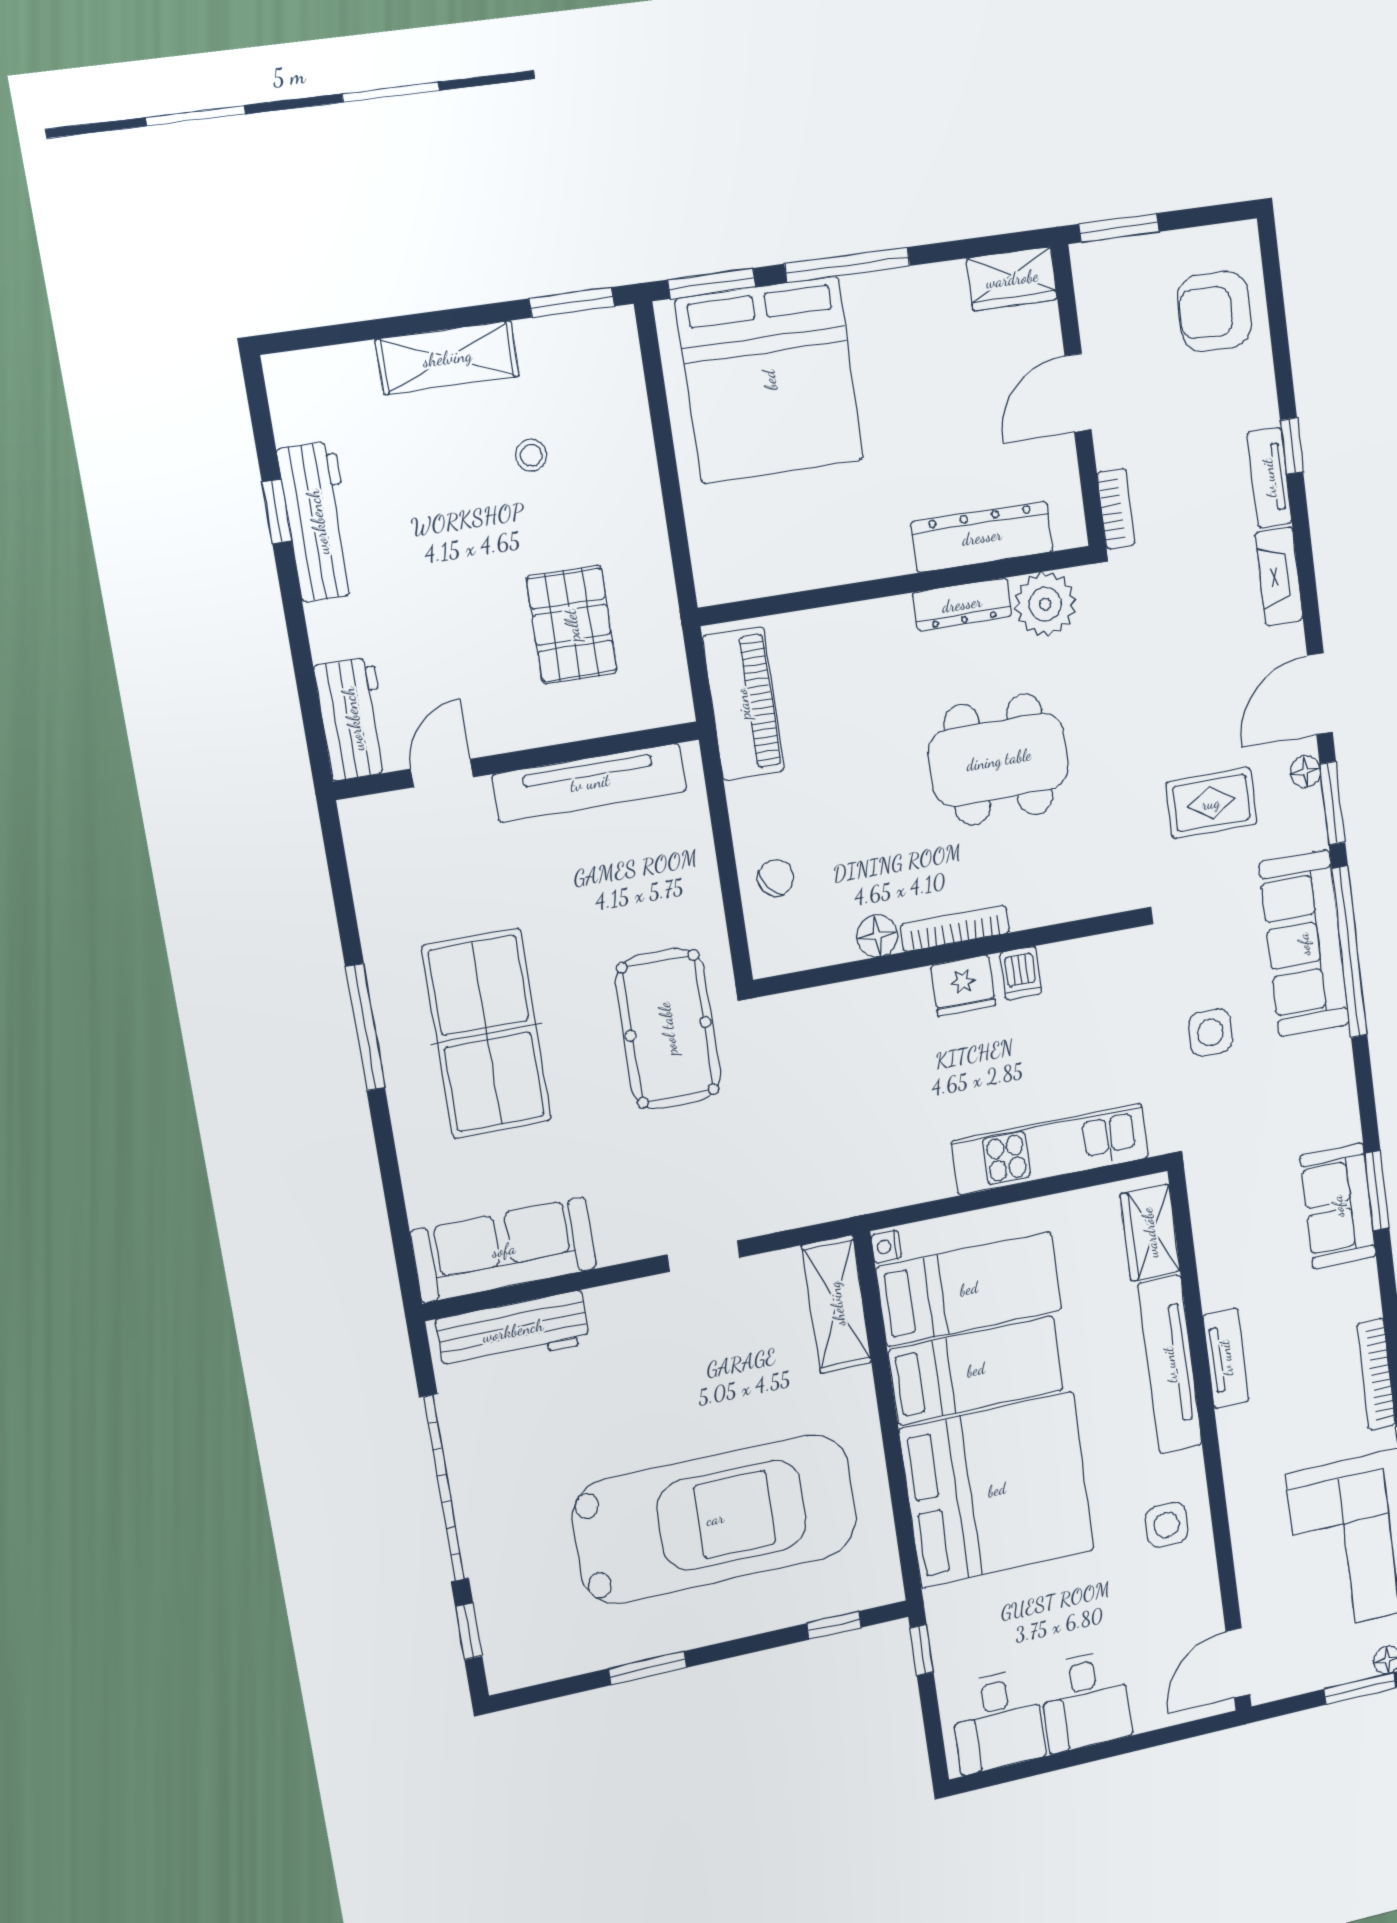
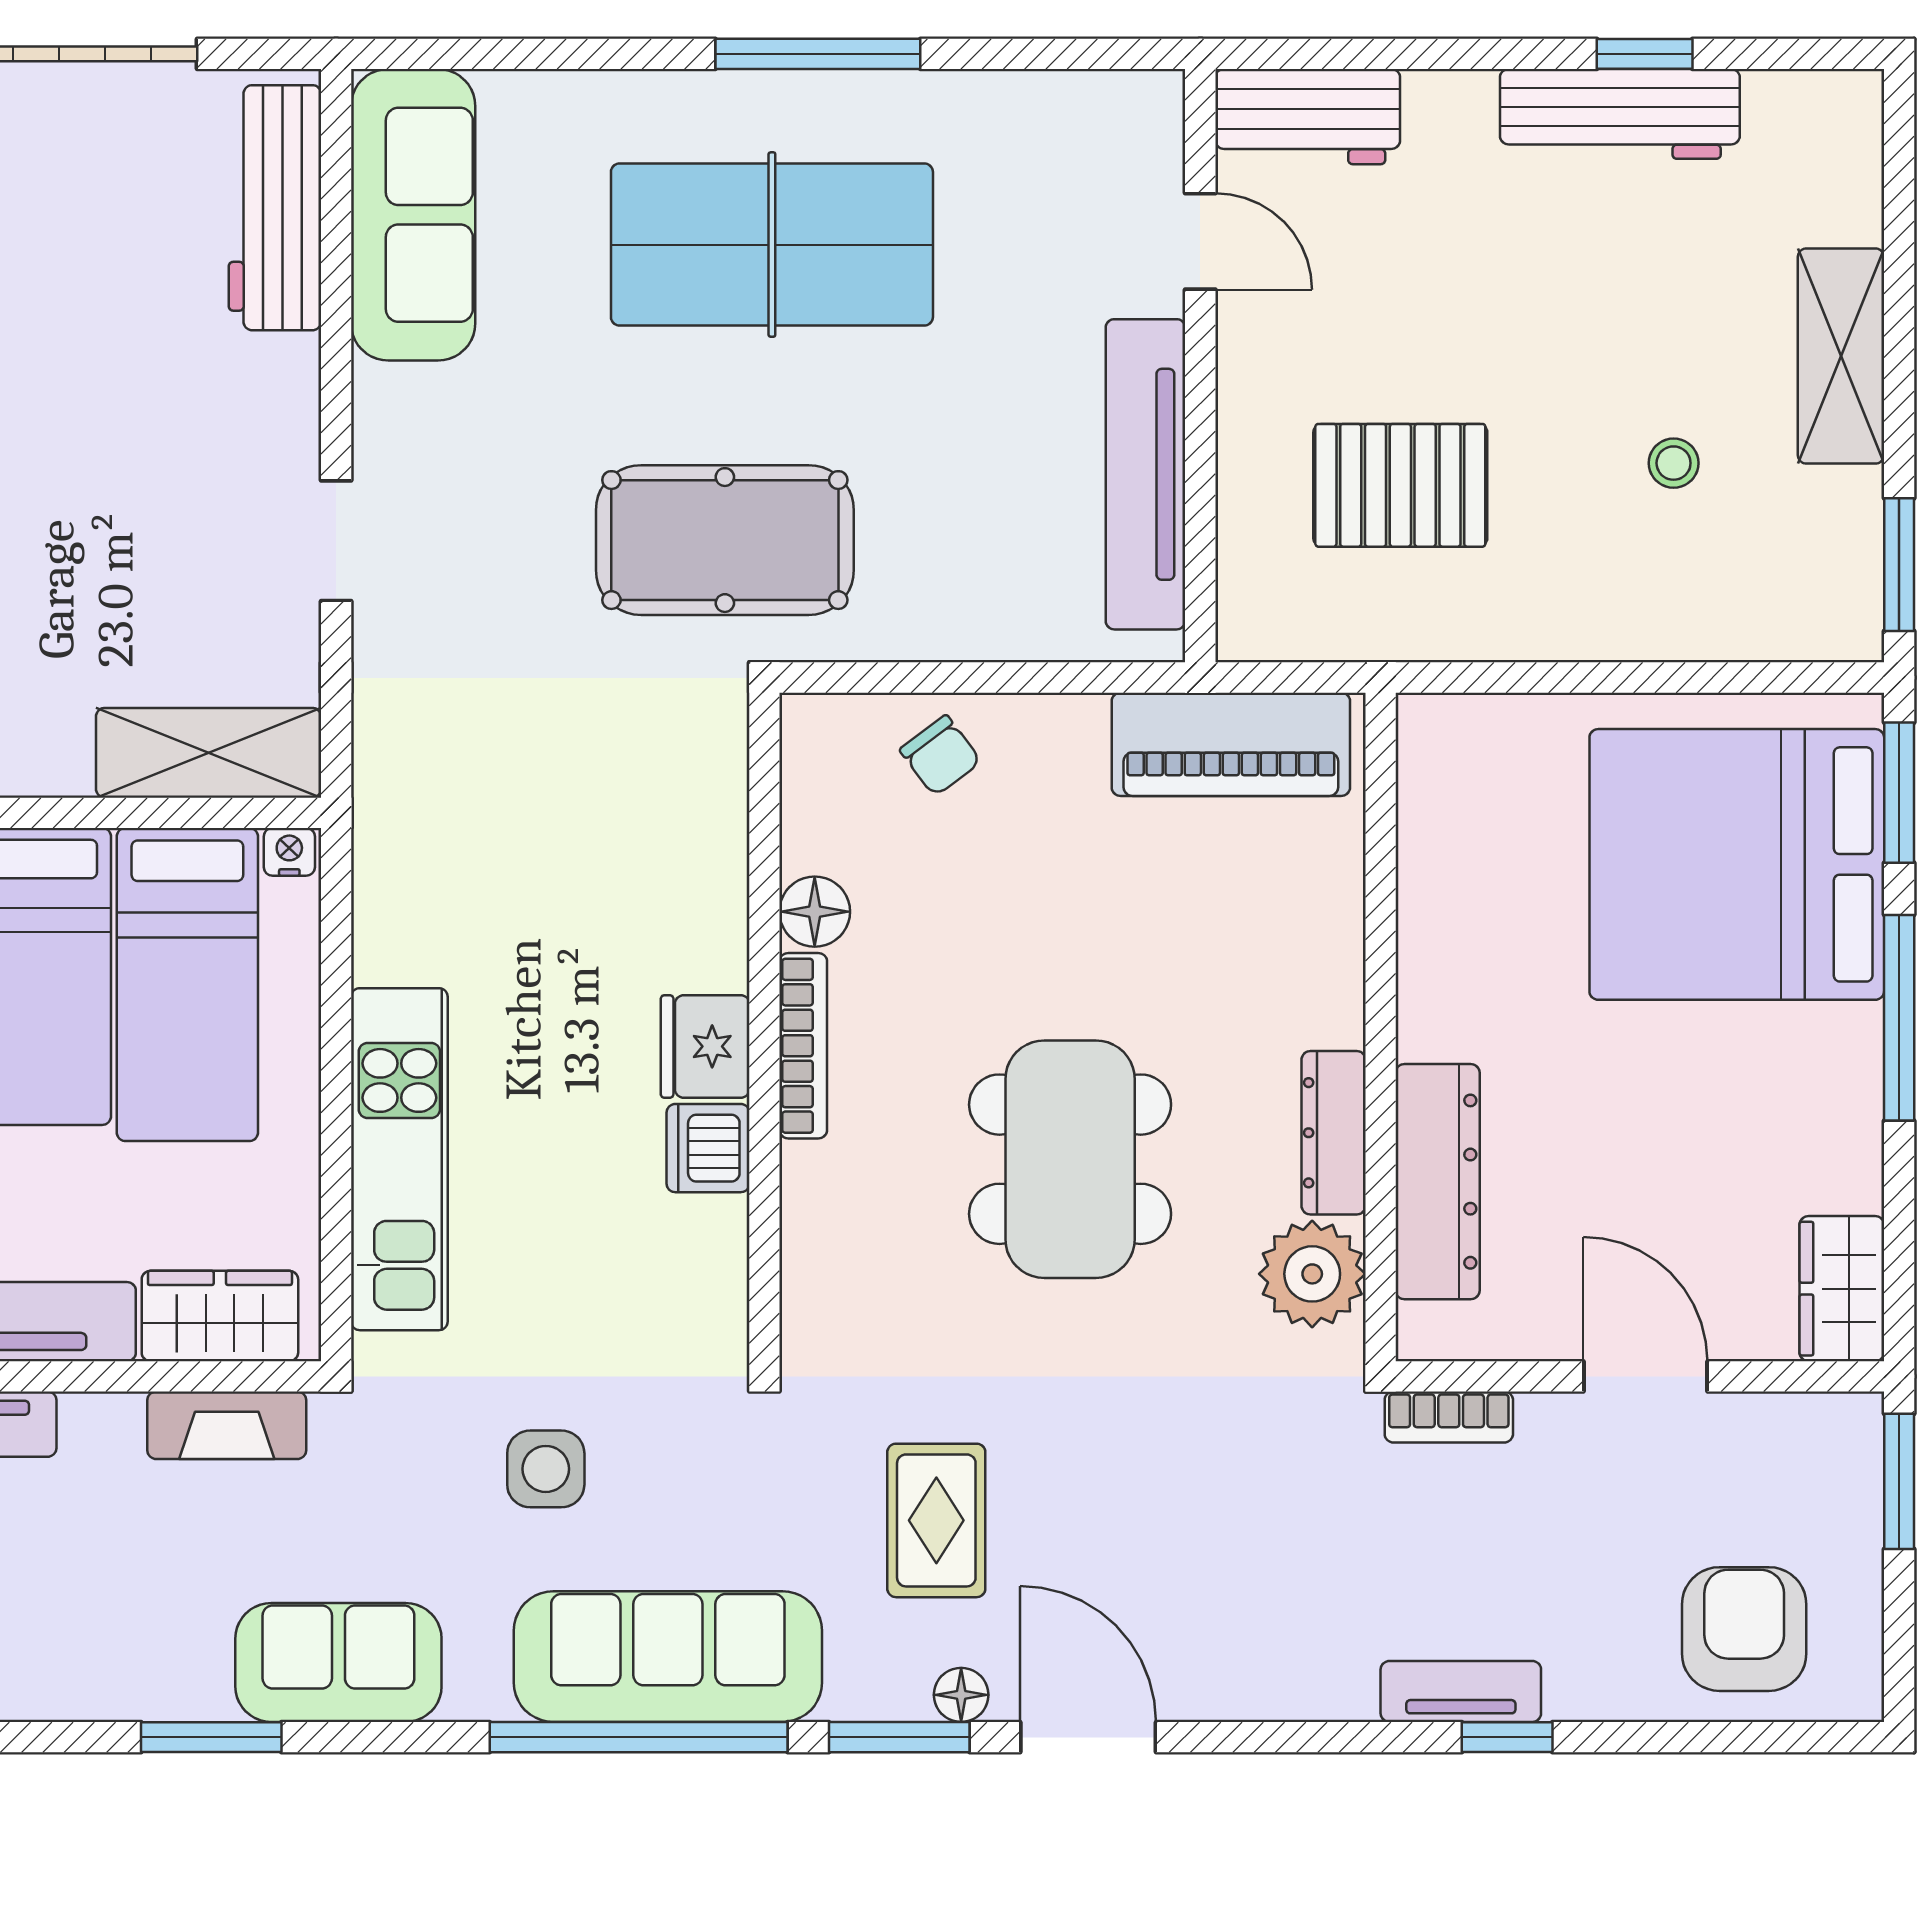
fireplace: (1279, 576) -> (227, 1425), moved, turned 180
dishwasher: (1021, 973) -> (708, 1148), width x1.38
sofa: (1338, 1206) -> (338, 1662), moved

